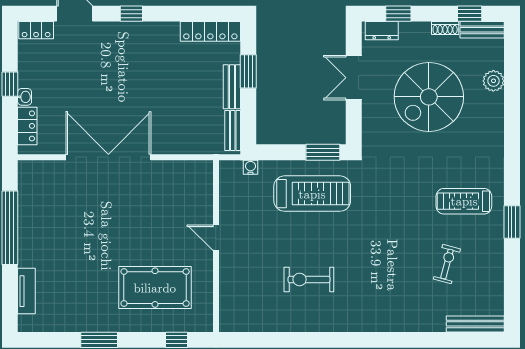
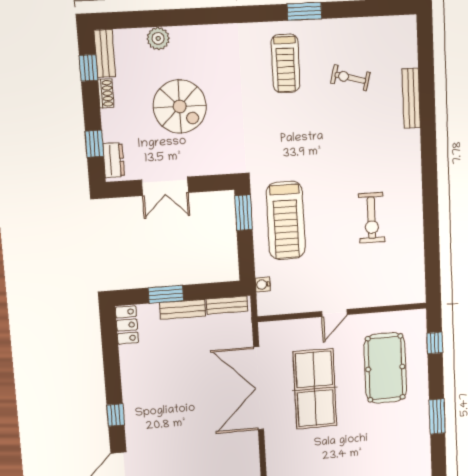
locker: (210, 31) -> (127, 325), width x0.66
spiral stairs: (429, 97) -> (180, 106), width x0.73, depth x0.73
double door: (108, 157) -> (259, 388), moved
treadmill: (312, 194) -> (286, 221), turned 180
table tennis table: (140, 214) -> (315, 389), added
bench: (475, 324) -> (411, 98), moved

